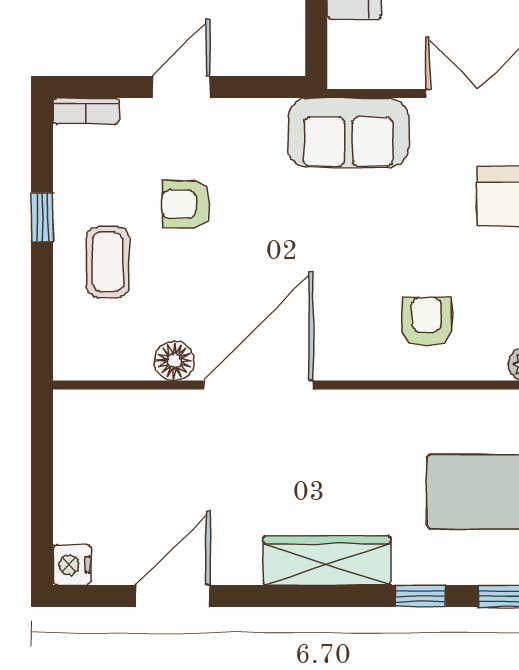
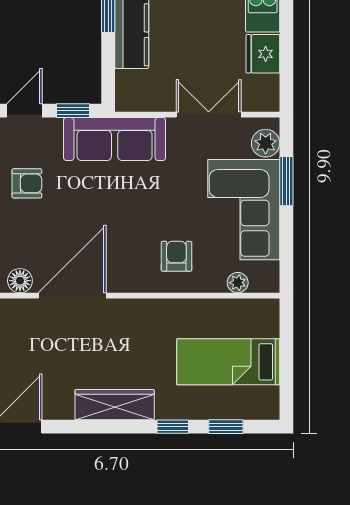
window: (260, 87) -> (73, 111), added
sofa: (348, 133) -> (115, 139), width x1.36
armchair: (186, 204) -> (27, 183), turned 180

